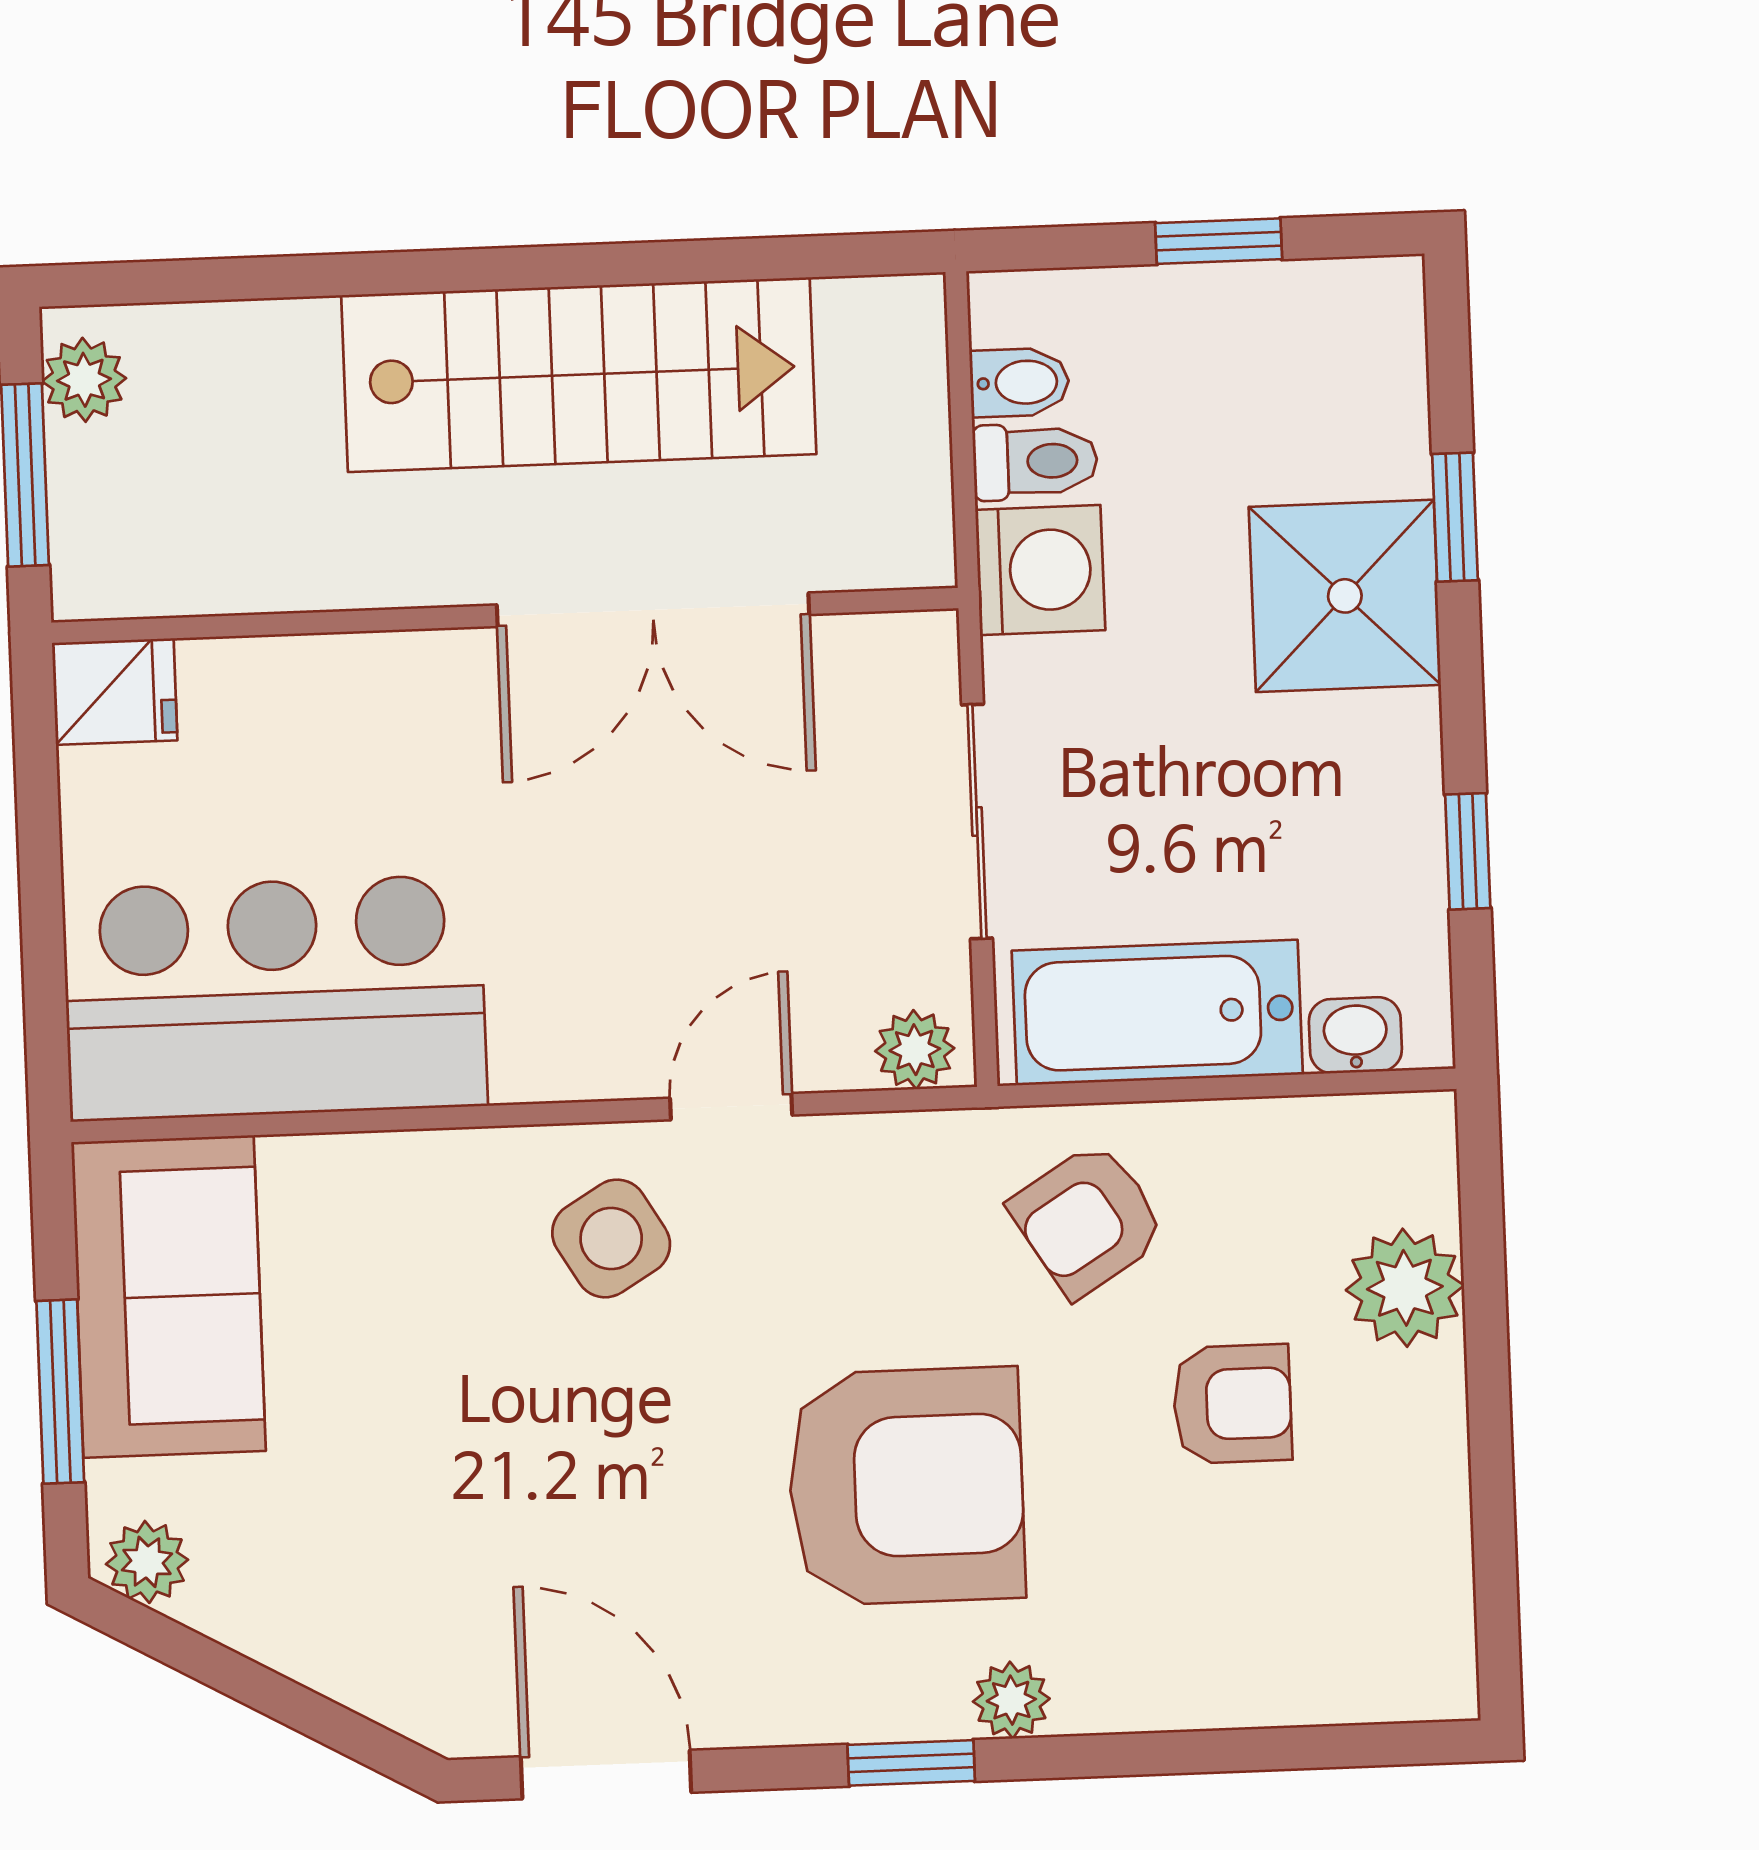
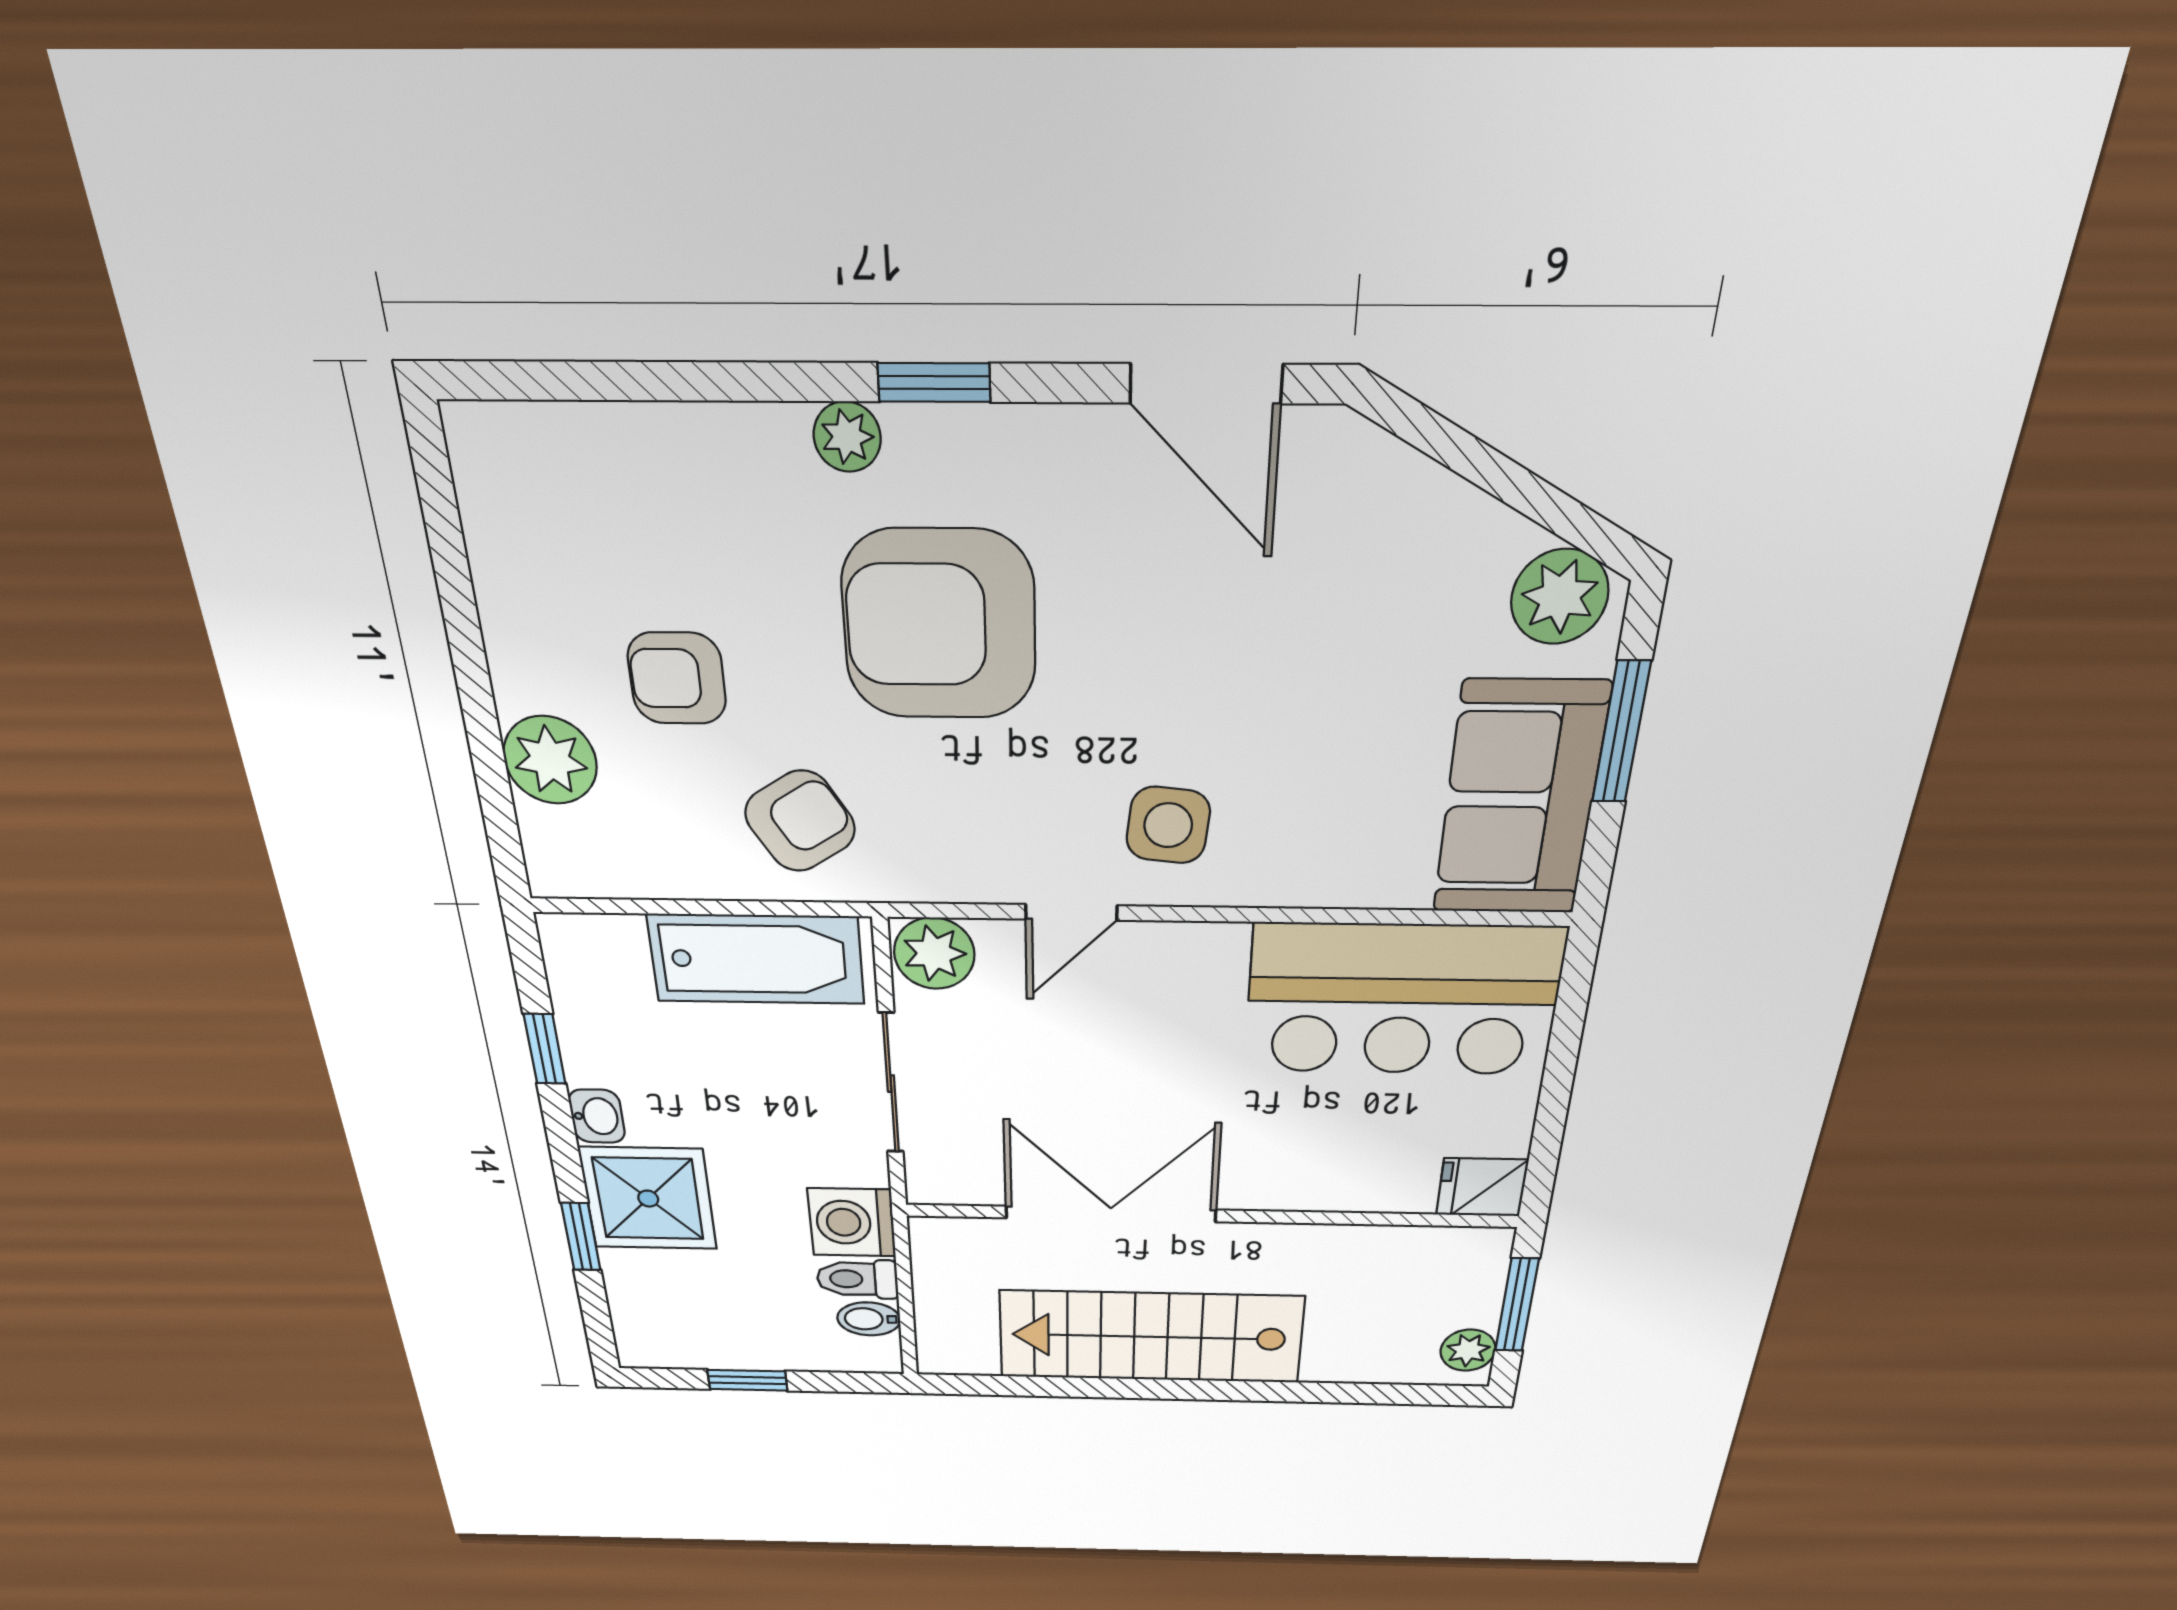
washbasin: (1355, 1035) -> (597, 1116), moved, turned -90
plant: (915, 1050) -> (934, 953), width x1.38, depth x1.38
side table: (611, 1238) -> (1168, 825), turned 37
plant: (147, 1562) -> (1560, 597), width x1.38, depth x1.38

